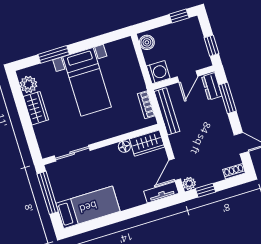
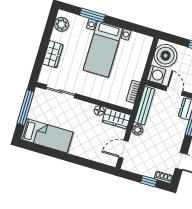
boiler: (147, 42) -> (166, 56), width x1.86, depth x1.86
door: (187, 76) -> (174, 91), swing flipped
wardrobe: (36, 108) -> (53, 54), moved
plant: (189, 184) -> (137, 130), moved
window: (205, 190) -> (149, 181), moved
tv unit: (161, 192) -> (104, 159), removed

